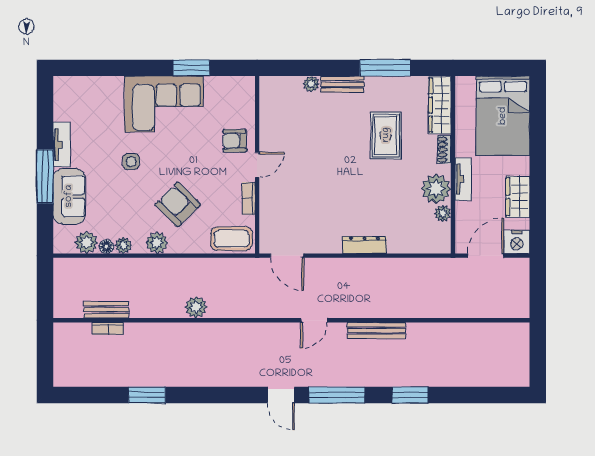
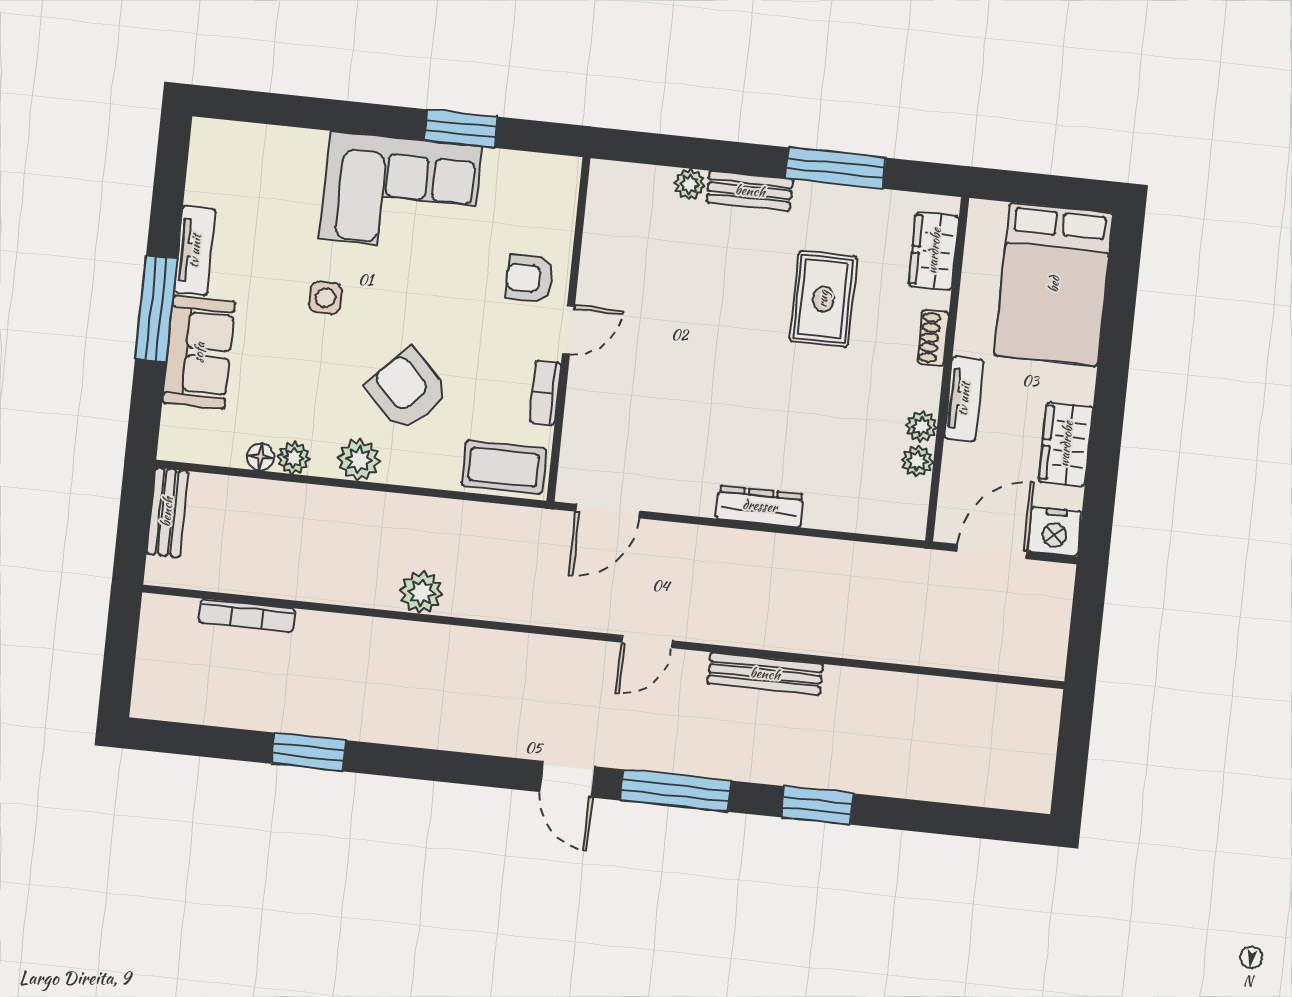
wardrobe: (440, 105) -> (934, 251), width x0.67
plant: (436, 189) -> (922, 427), width x0.53, depth x0.53
plant: (86, 242) -> (223, 445), removed
door: (287, 256) -> (608, 511), hinge flipped
bench: (106, 310) -> (167, 512), moved, turned 90
bookcase: (108, 328) -> (247, 616), width x1.56

